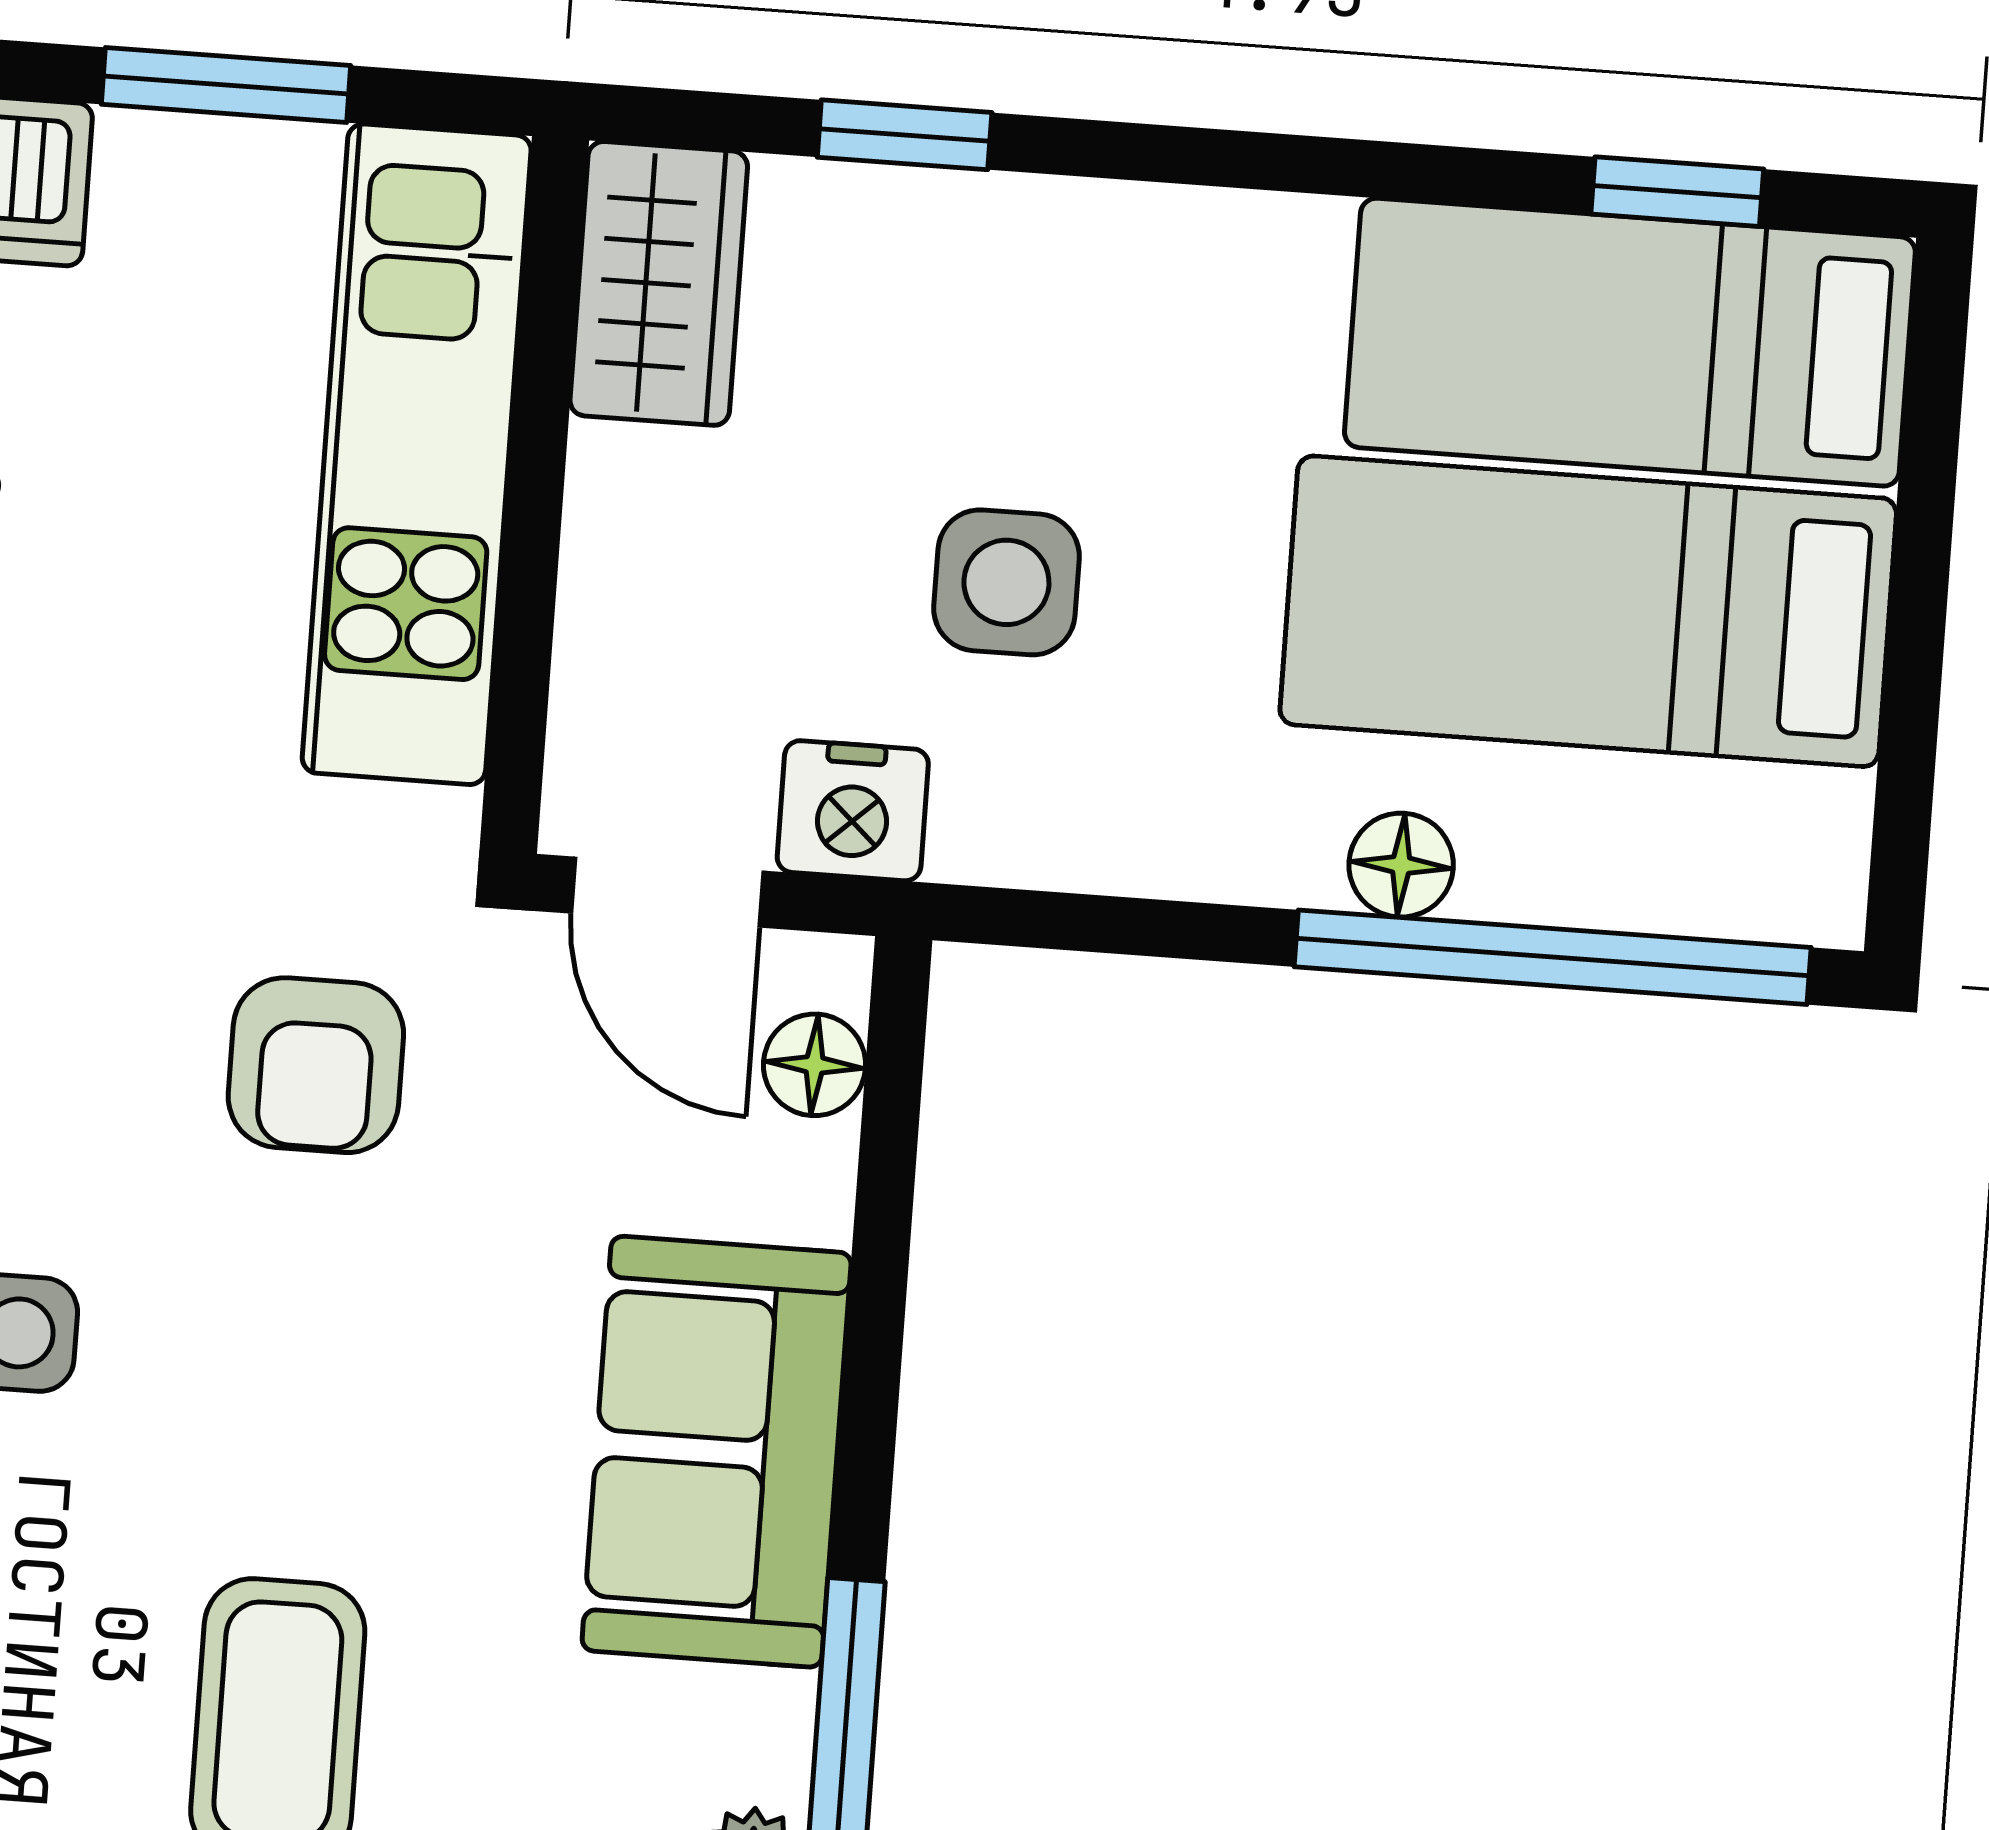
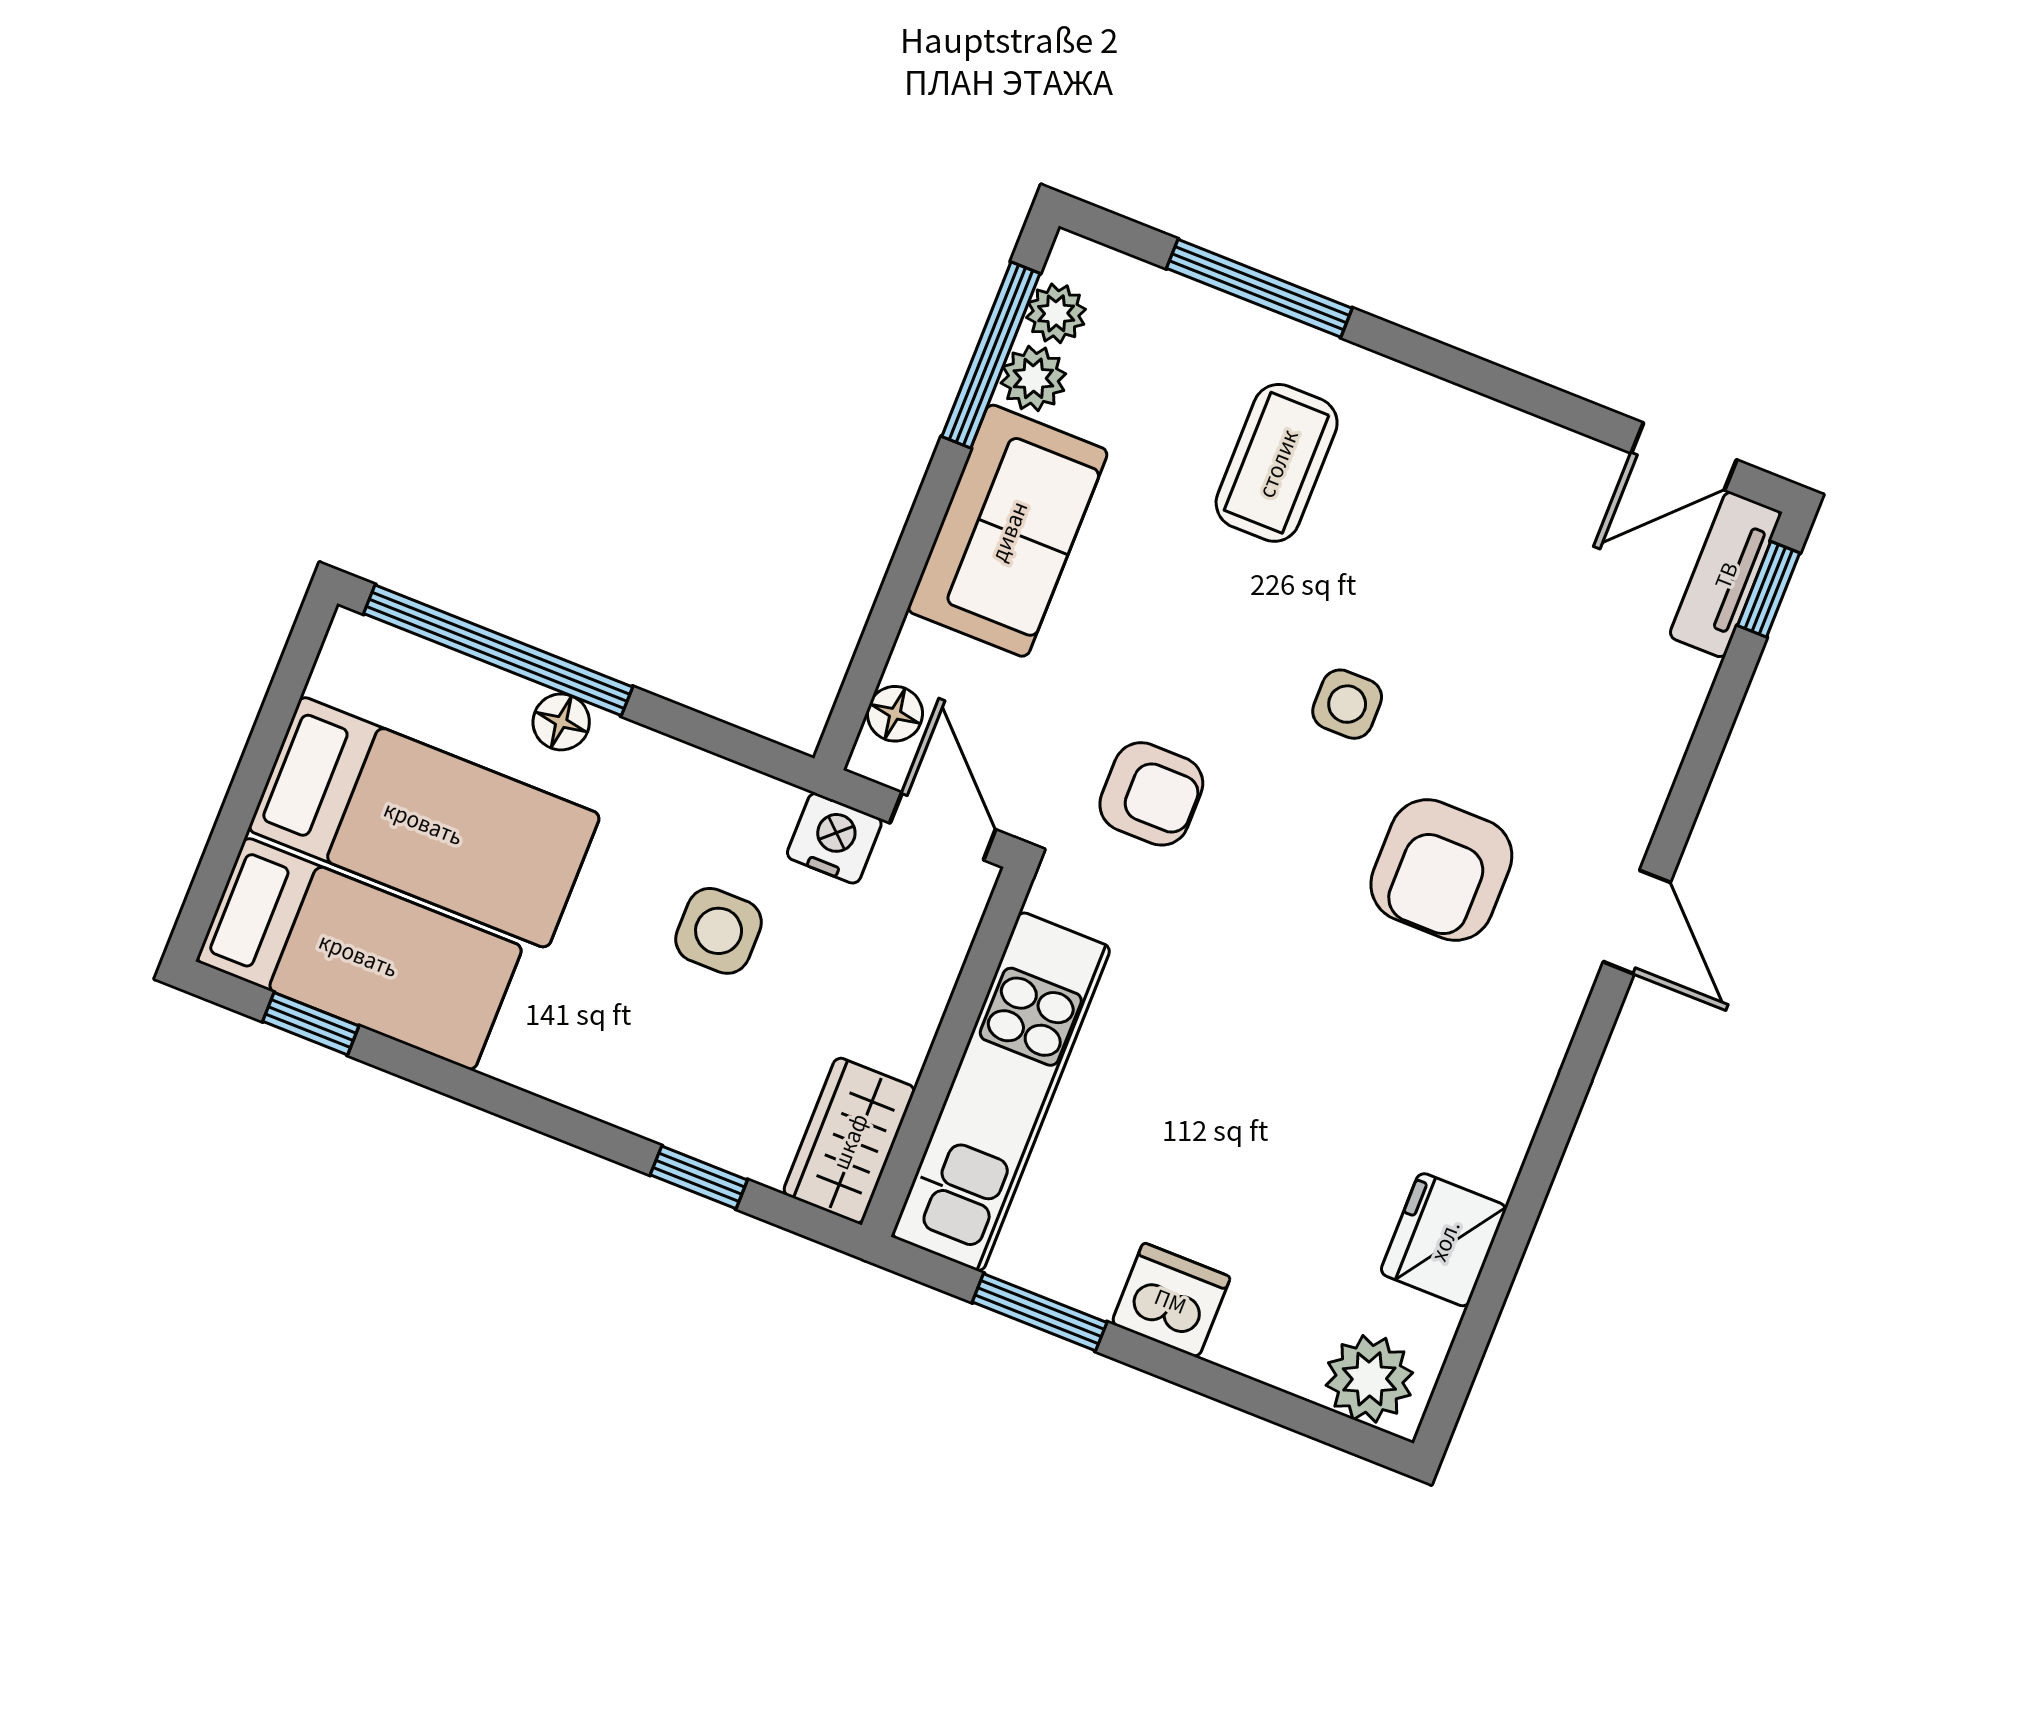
armchair: (316, 1065) -> (1151, 794), turned 90
plant: (755, 1736) -> (1033, 378), added

